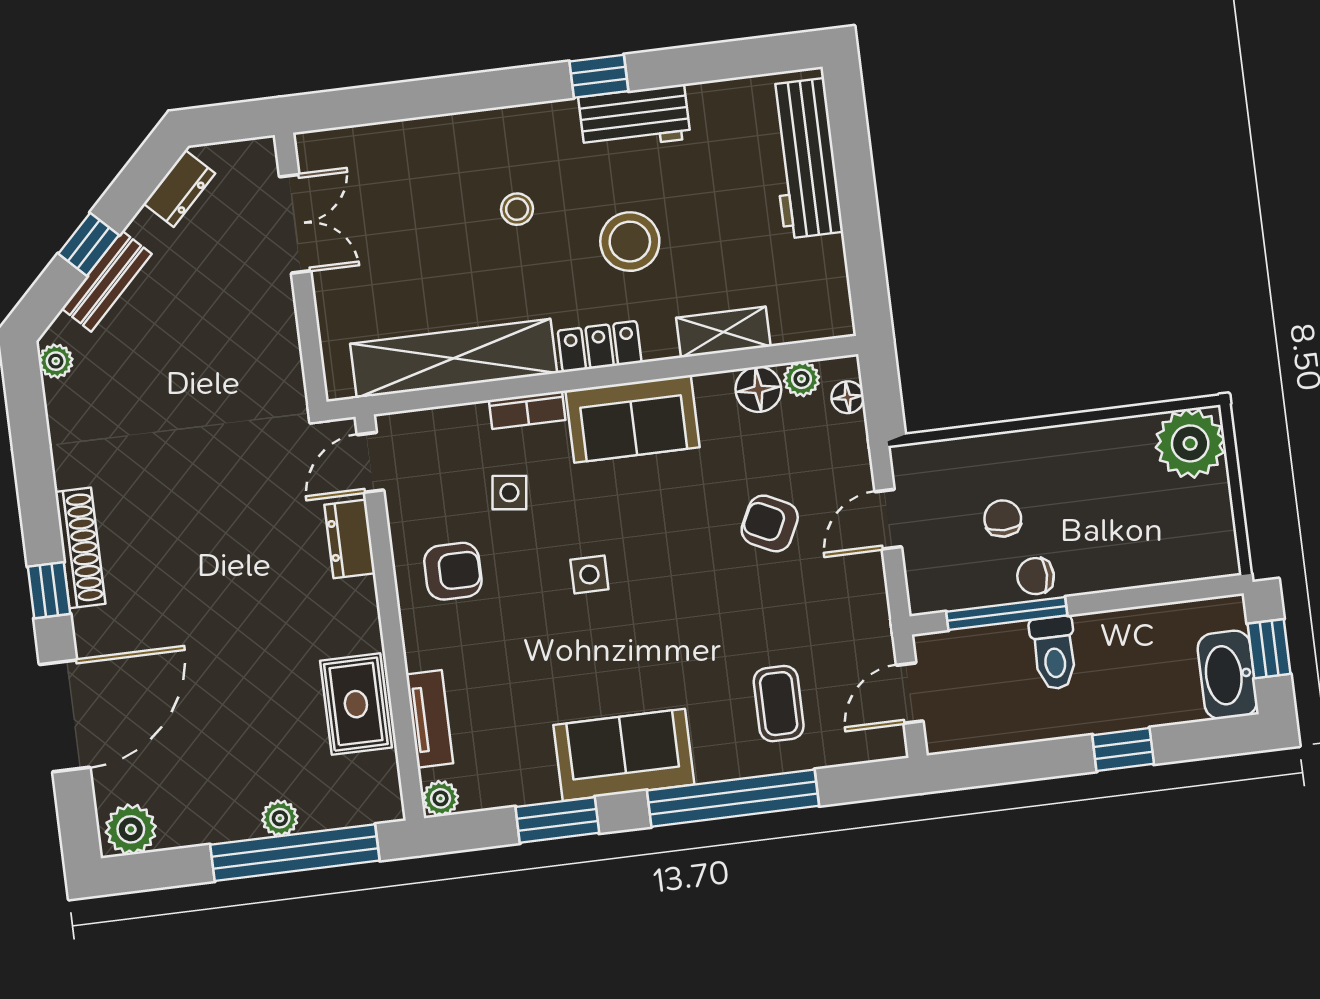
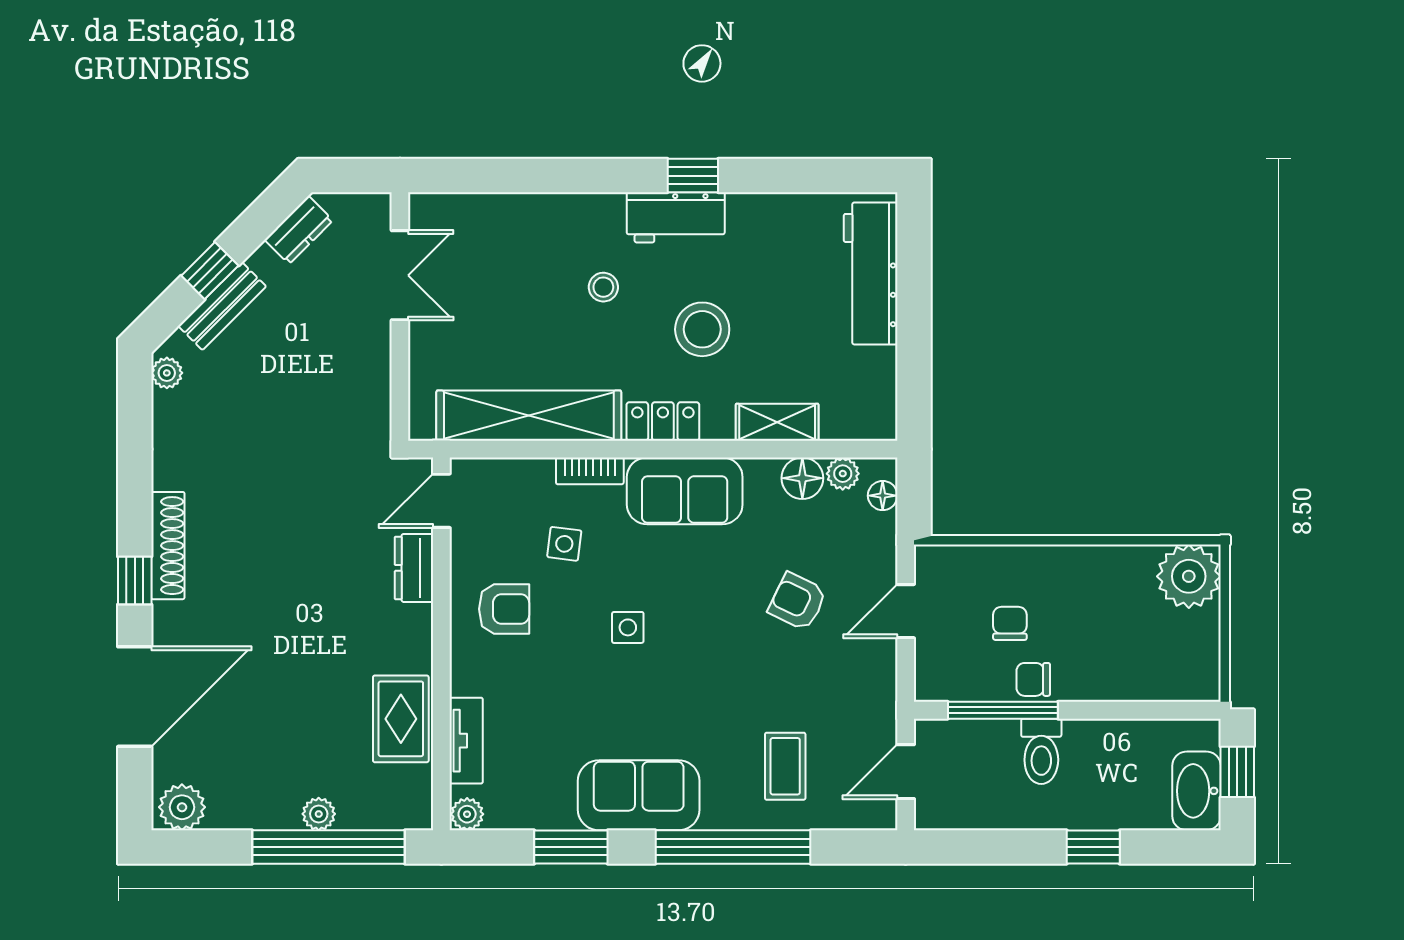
workbench: (634, 118) -> (676, 217), moved

